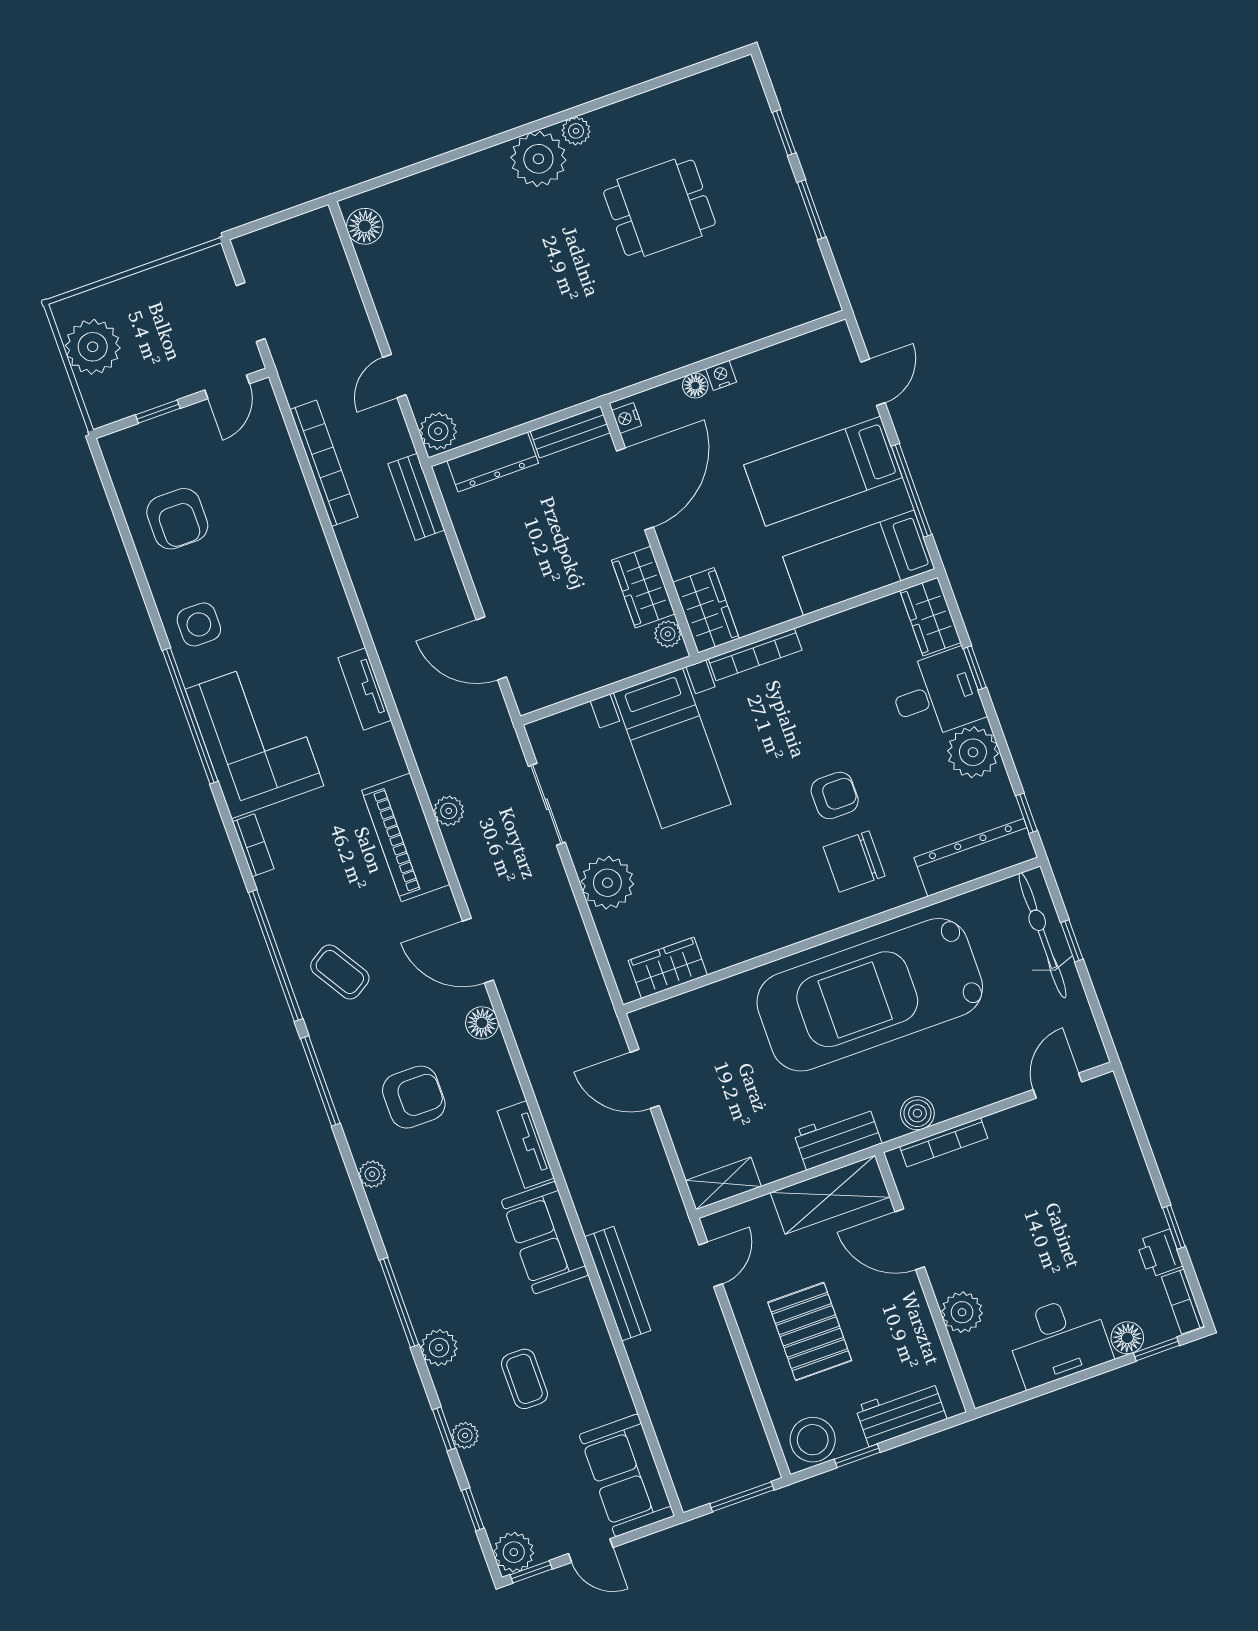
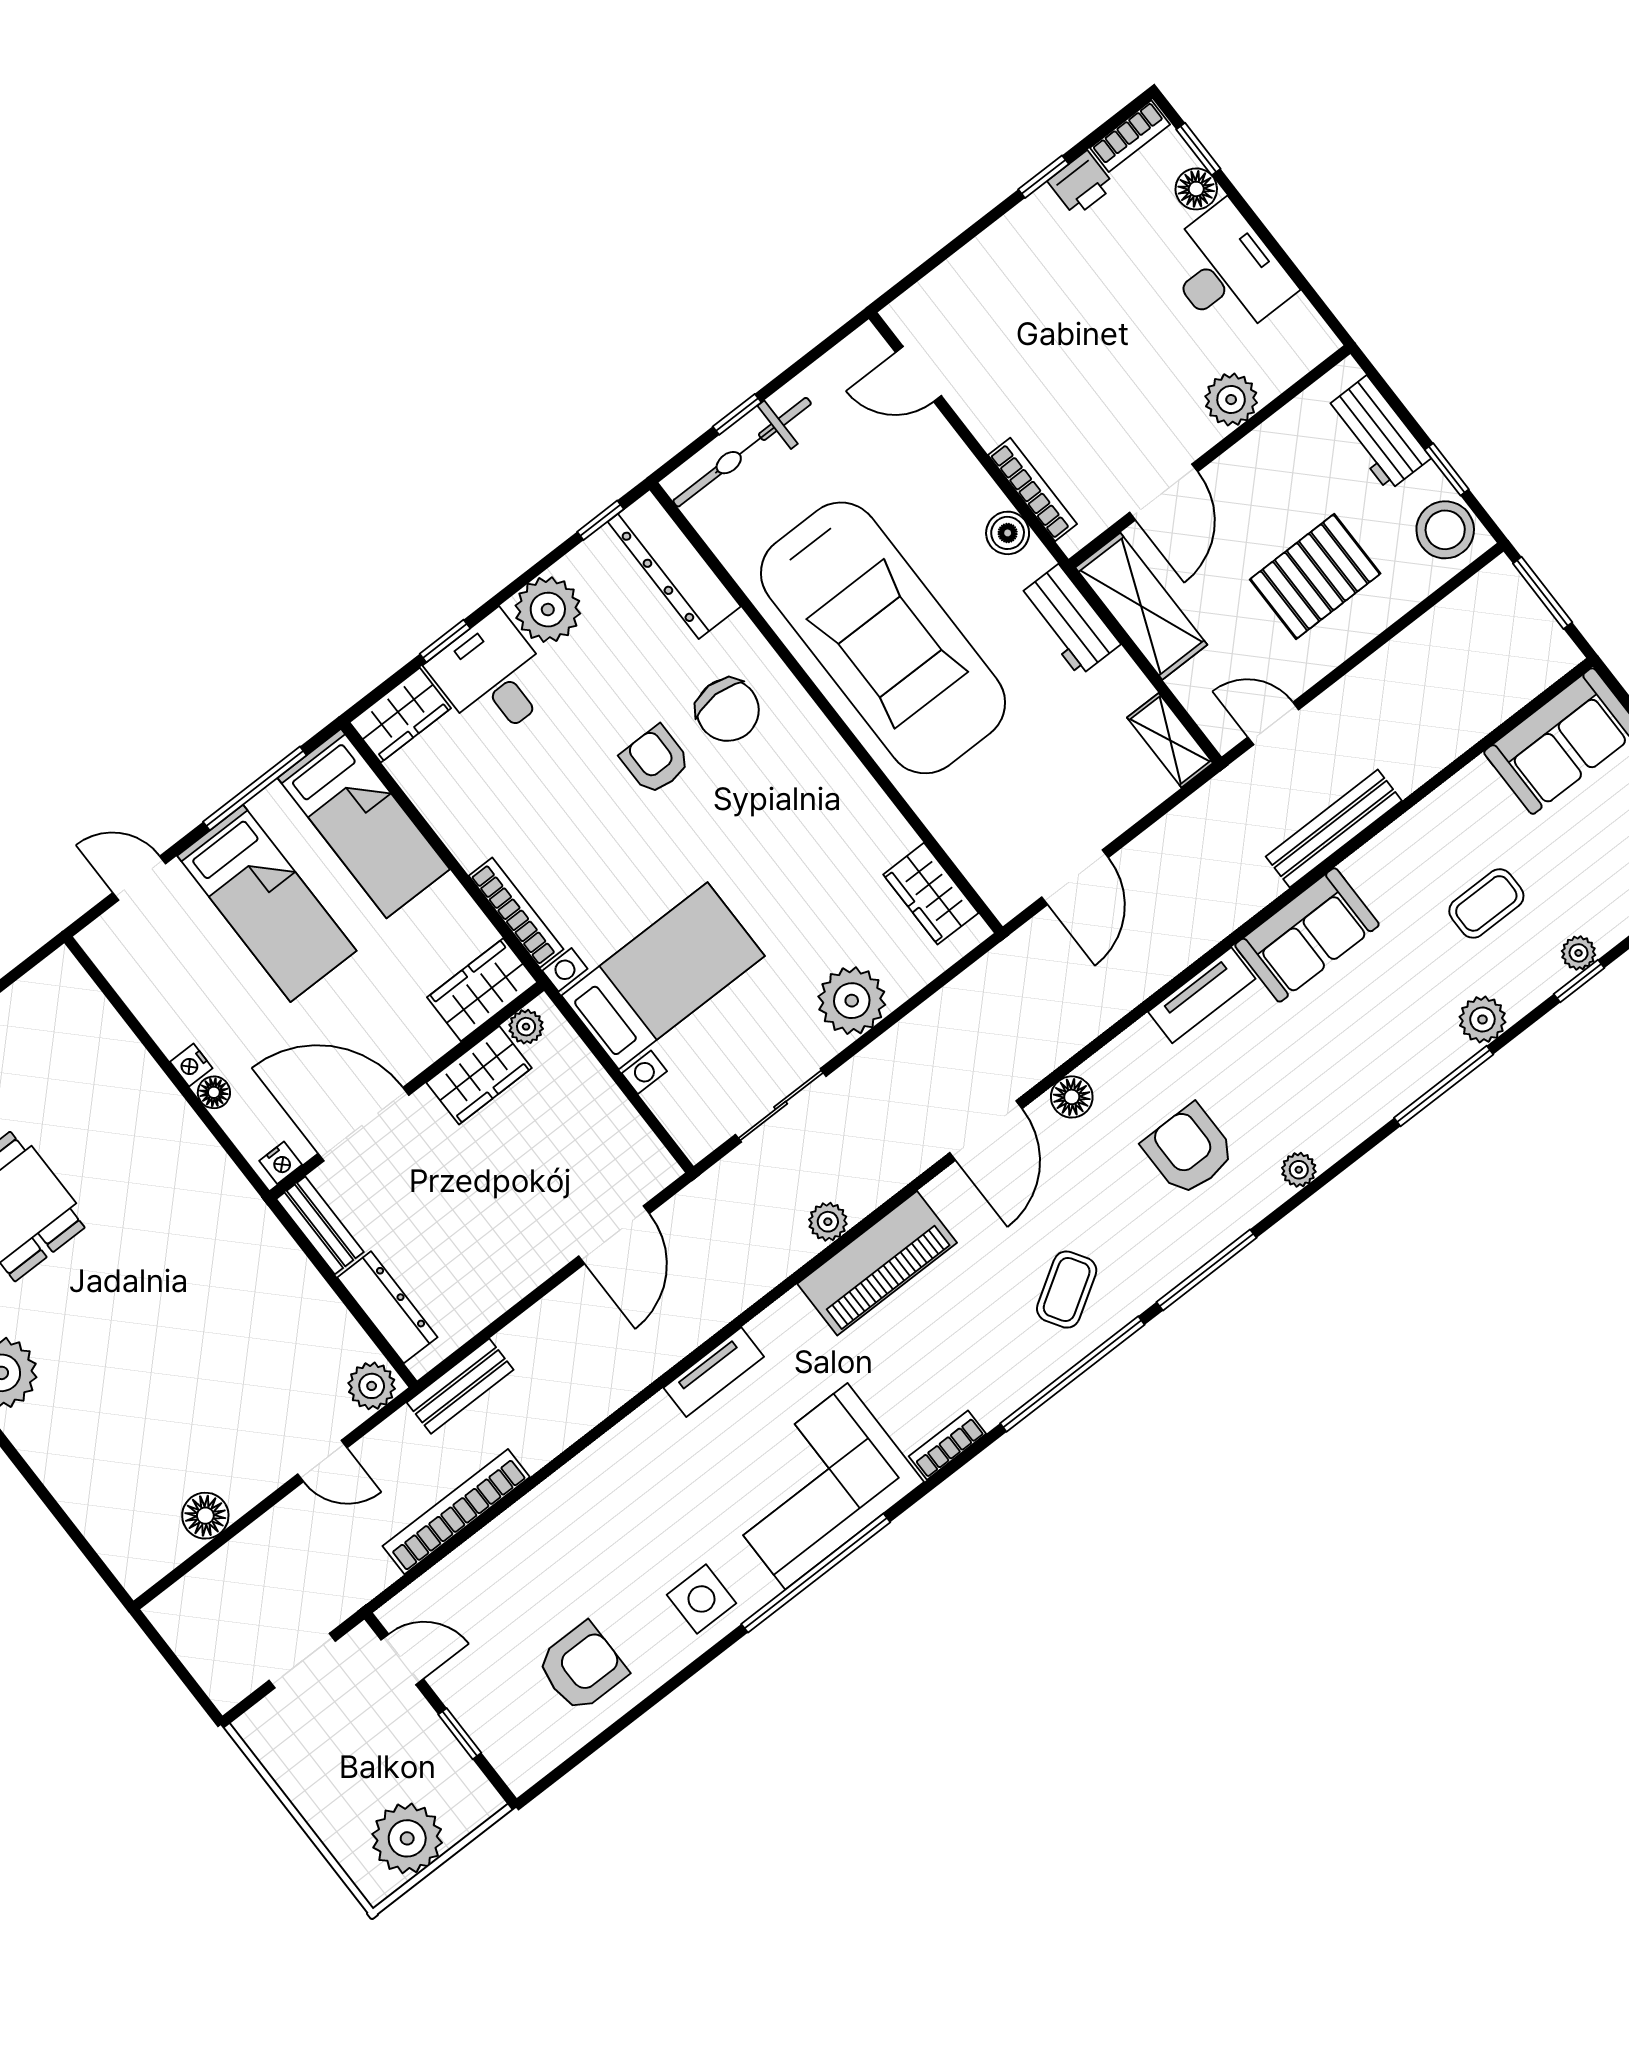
floor lamp: (365, 226) -> (205, 1516), moved

